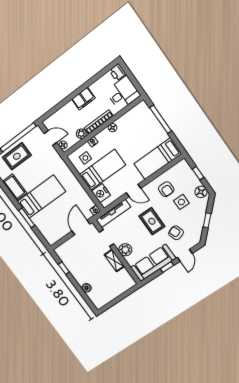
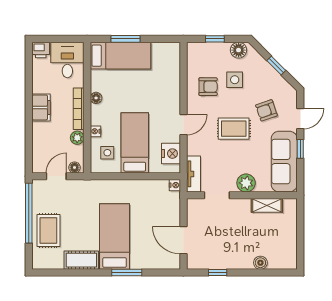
window: (161, 119) -> (125, 39), width x0.69
bed: (158, 159) -> (120, 56), moved, turned -90
nightstand: (101, 193) -> (171, 154), moved, turned -90
tv unit: (113, 214) -> (193, 174), width x0.71
door: (81, 228) -> (183, 240), moved
door: (185, 255) -> (300, 119), hinge flipped
shelving: (114, 261) -> (267, 205), moved

